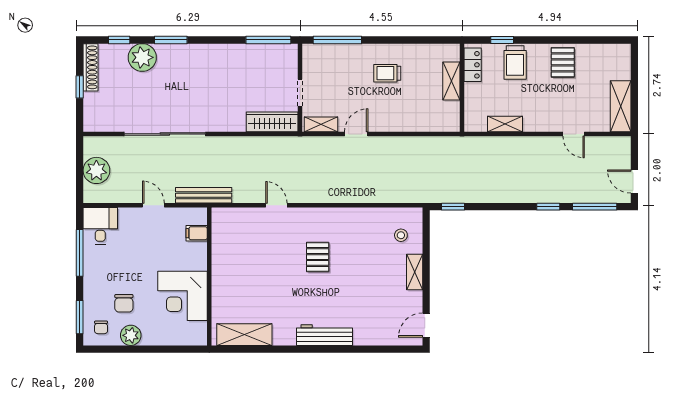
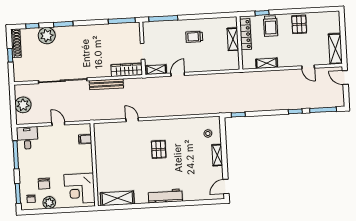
locker: (473, 65) -> (245, 34), width x1.53
door: (634, 182) -> (345, 77), moved
bench: (204, 195) -> (106, 84), moved
corner desk: (182, 296) -> (79, 188), moved

